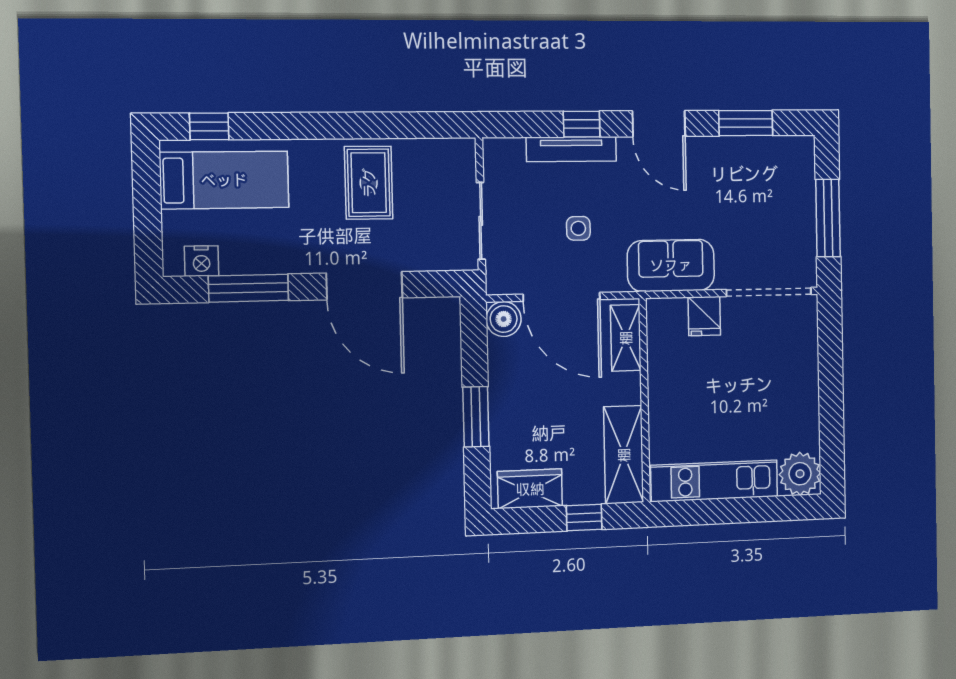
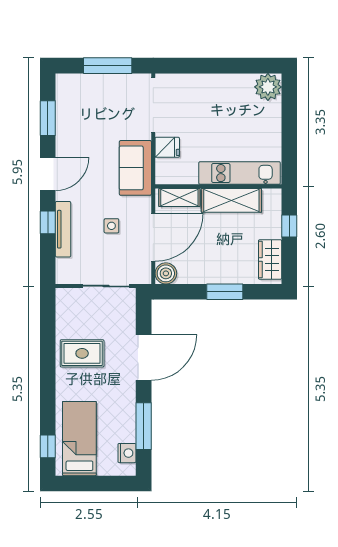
shelving: (624, 455) -> (231, 200), moved
kitchen unit: (714, 481) -> (240, 173), moved, turned 90

